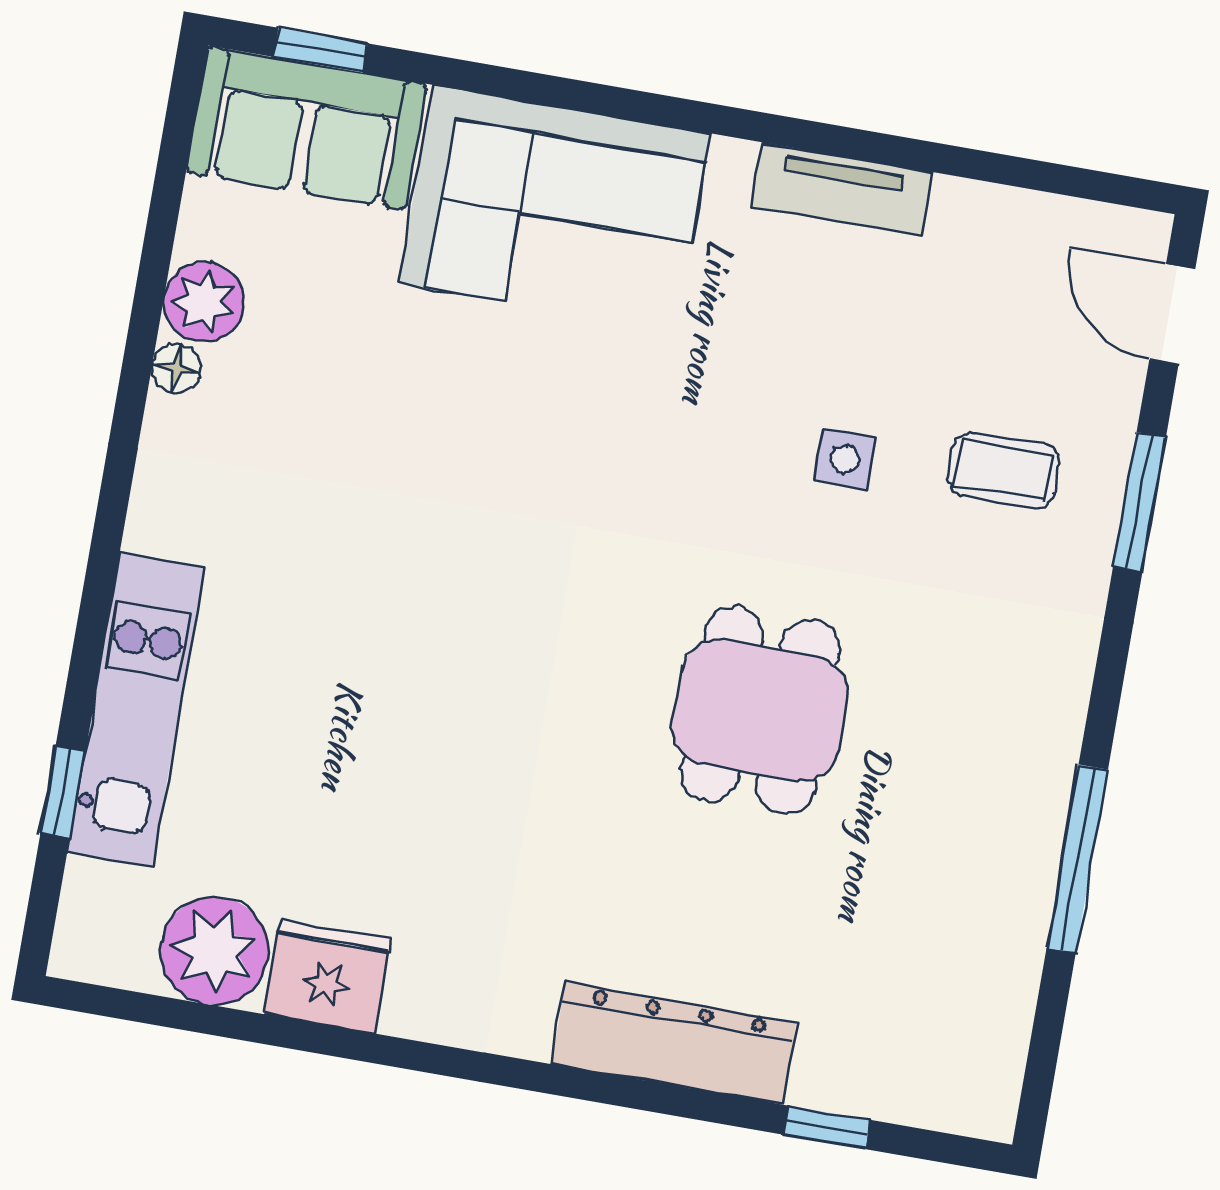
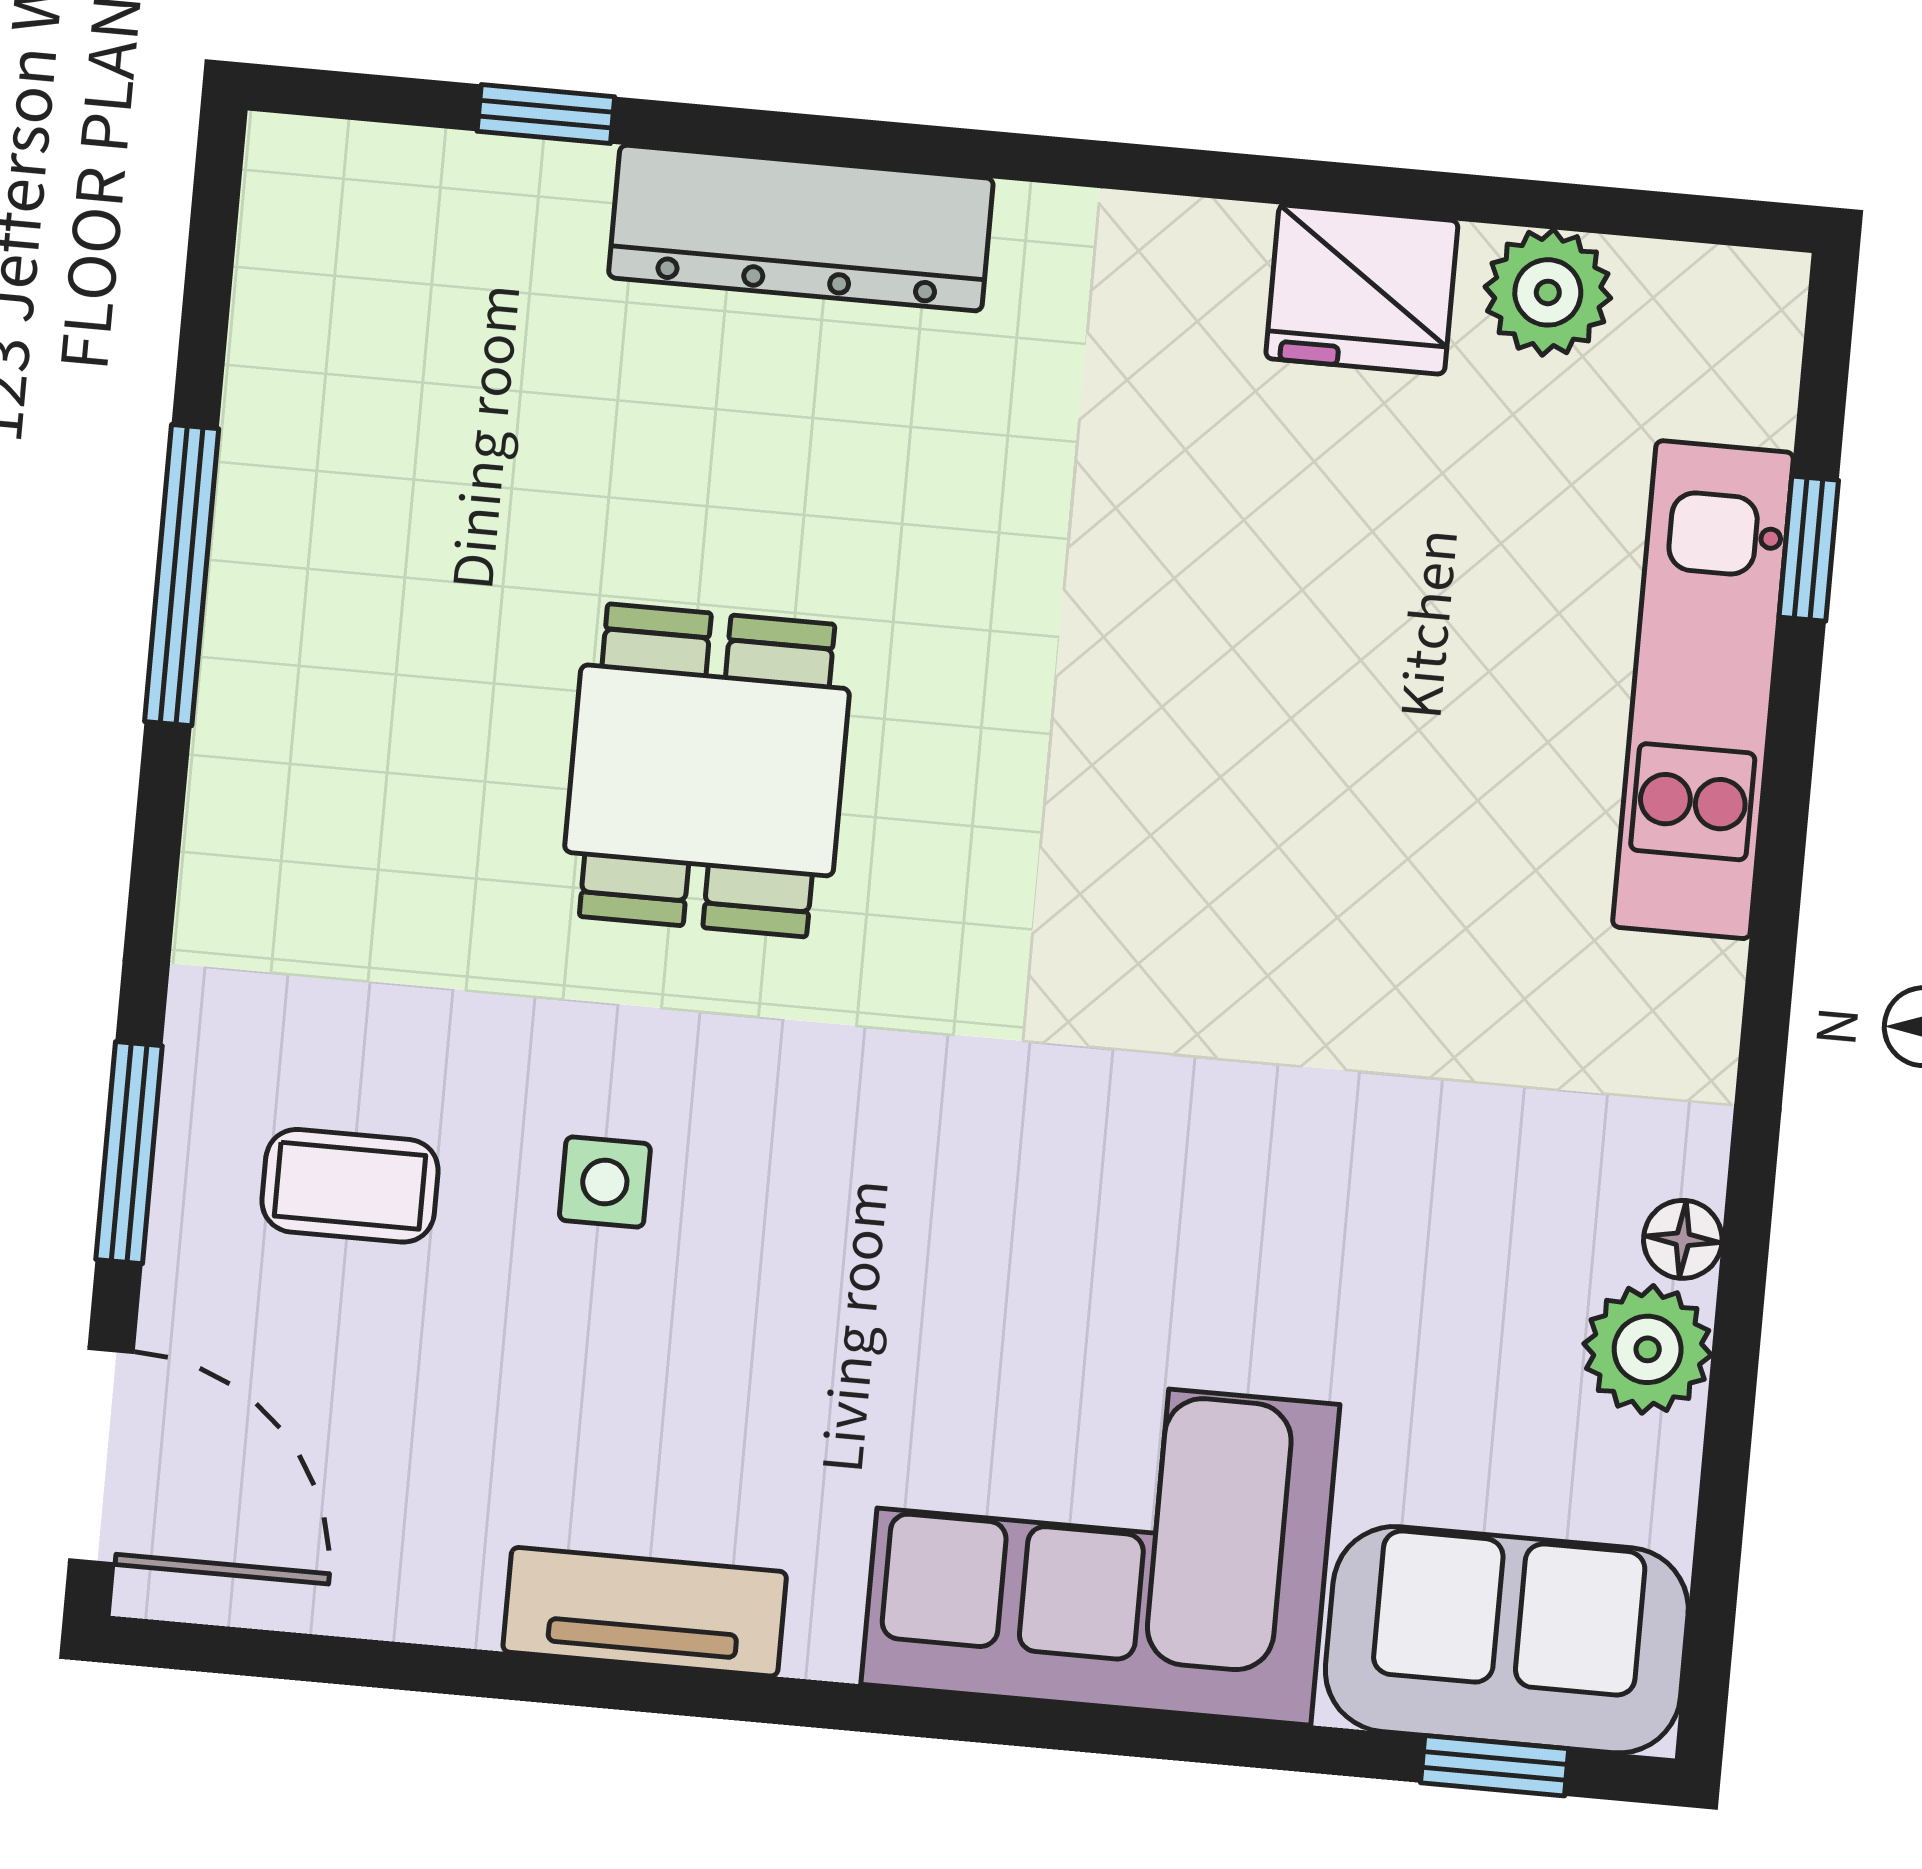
door: (1172, 314) -> (101, 1456), width x1.38
plant: (214, 951) -> (1548, 292), width x0.73, depth x0.73

